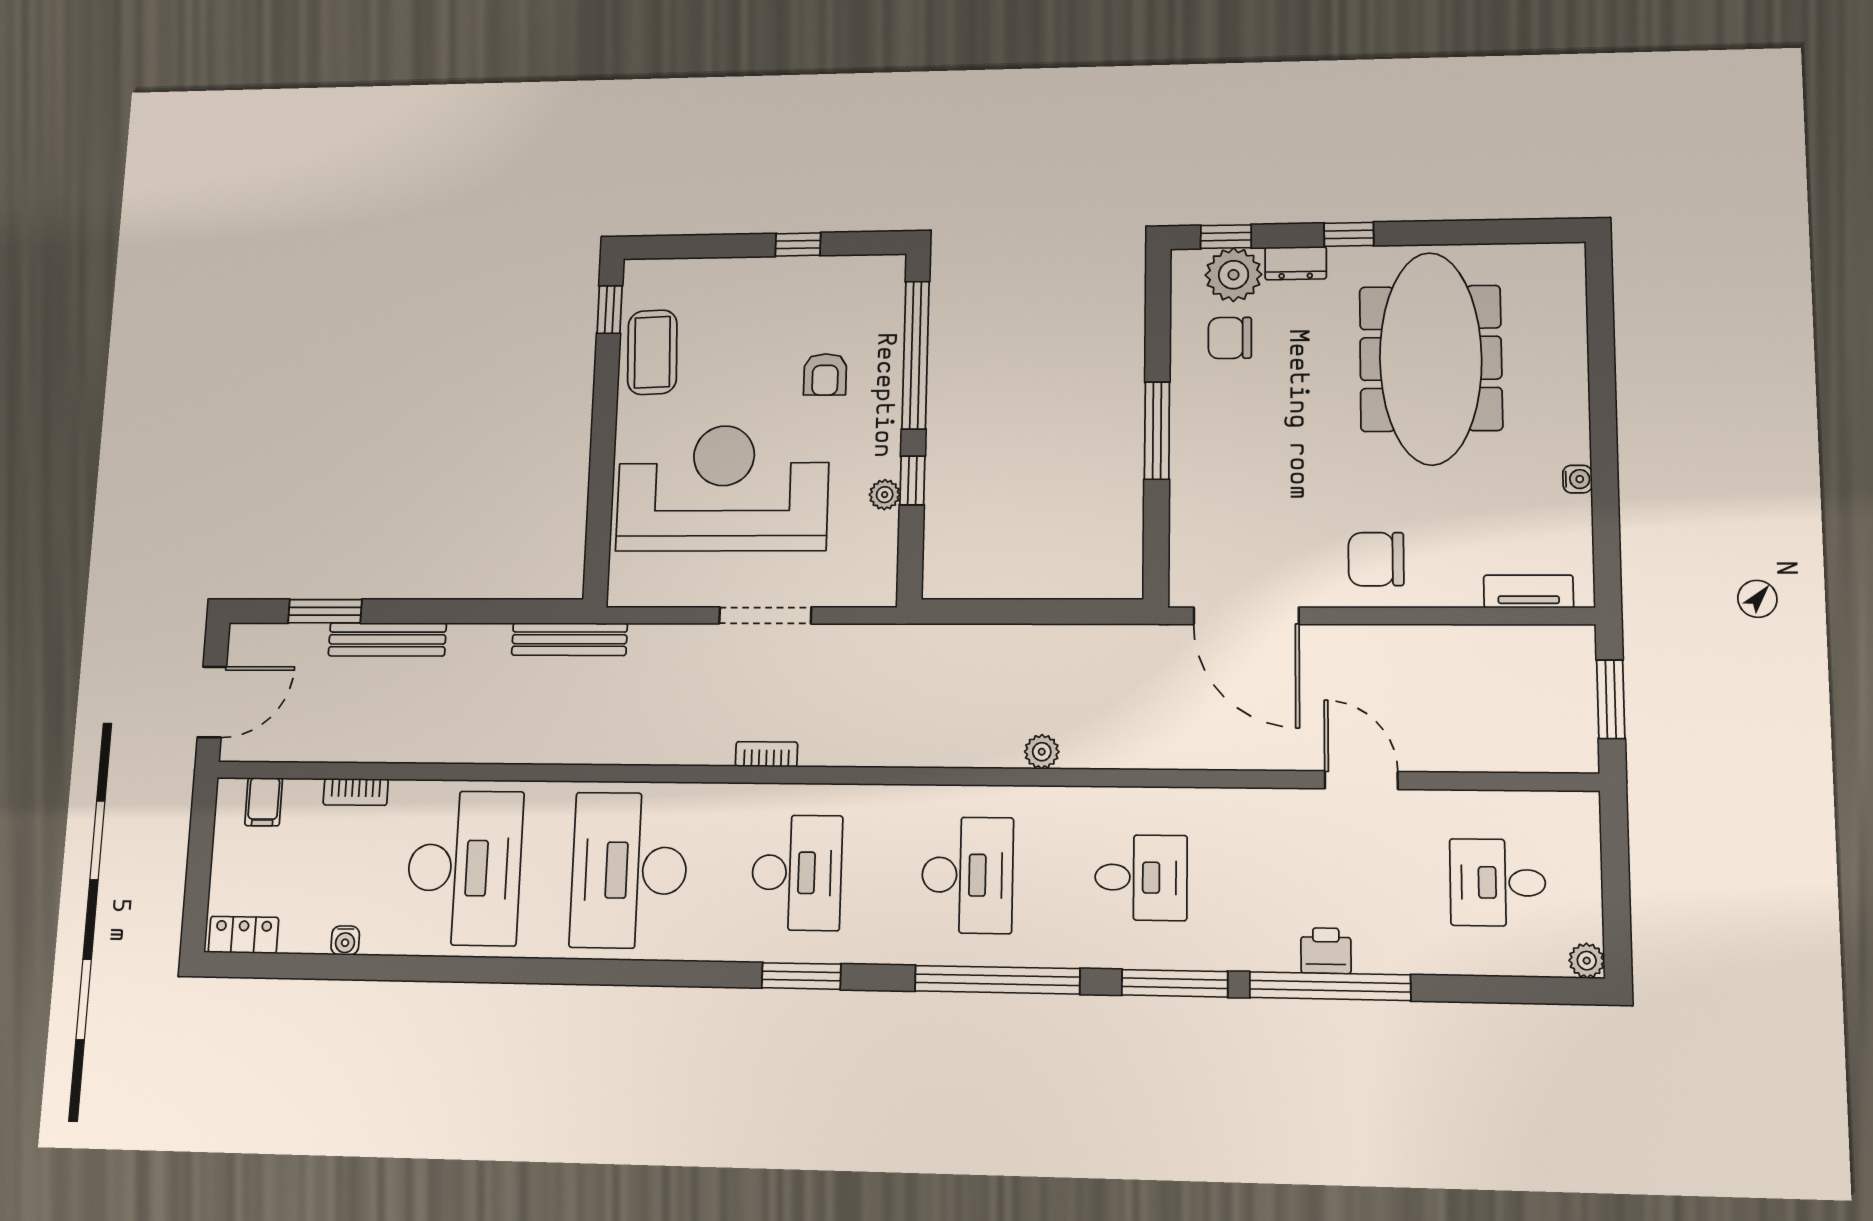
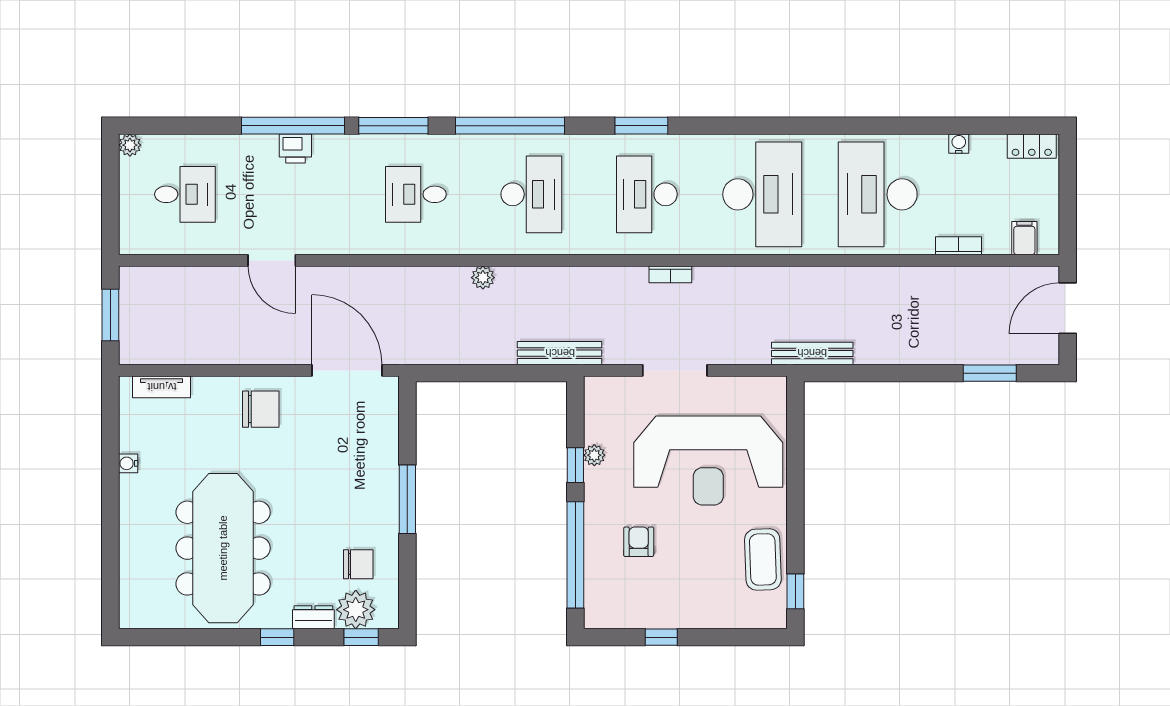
bench: (387, 639) -> (560, 353), moved
desk: (967, 875) -> (531, 194), turned 180

